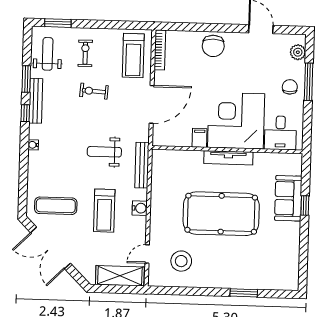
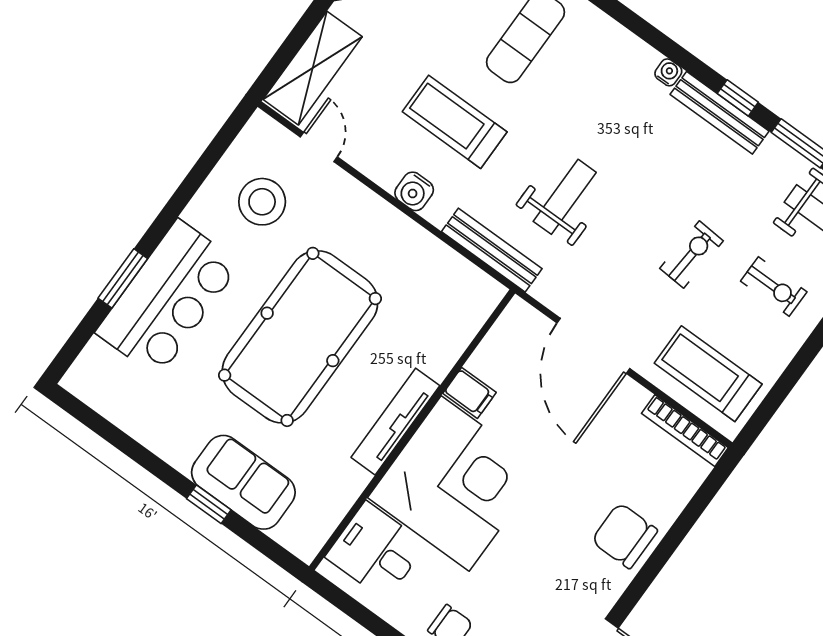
bench: (36, 101) -> (720, 113), moved
bar counter: (240, 272) -> (168, 298), added

